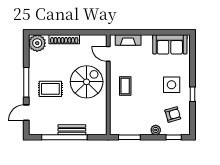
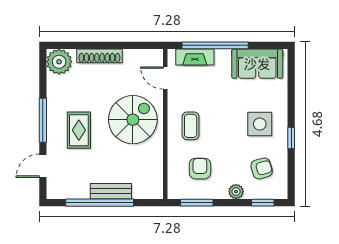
window: (142, 32) -> (215, 45), added
rug: (50, 89) -> (79, 130), turned 90
armchair: (131, 115) -> (200, 169), added

